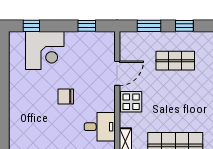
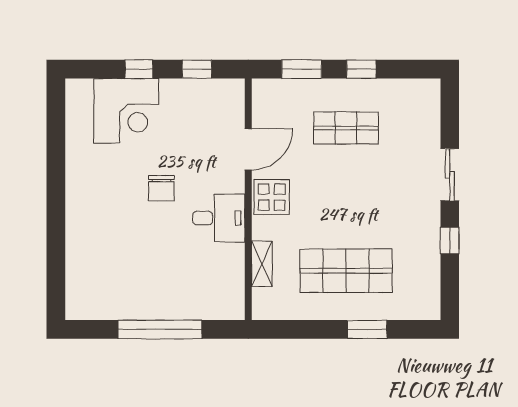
window: (31, 26) -> (139, 69), moved
chair: (66, 96) -> (161, 188), turned -90
desk: (100, 127) -> (219, 218), moved

